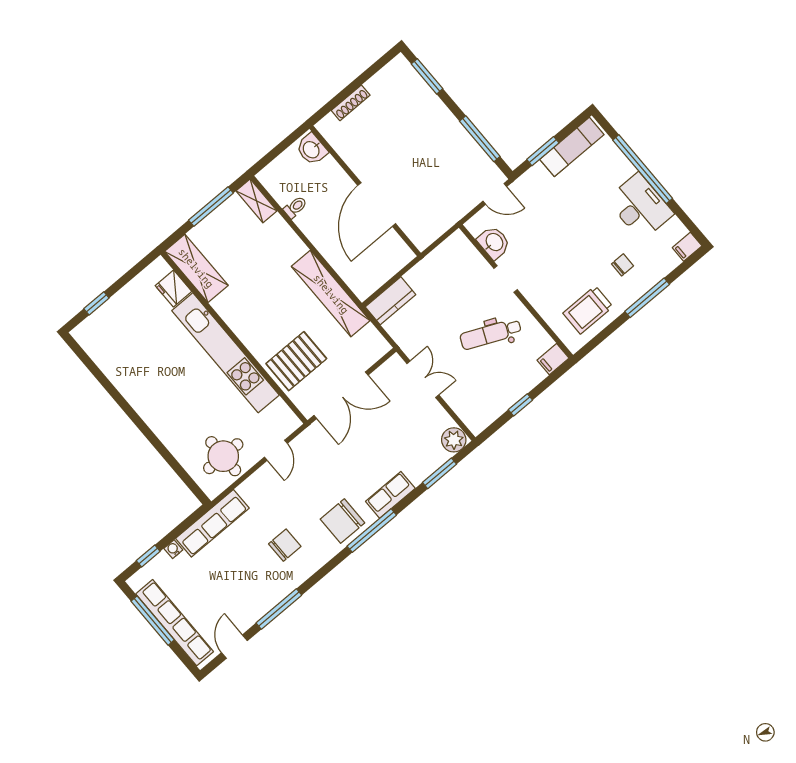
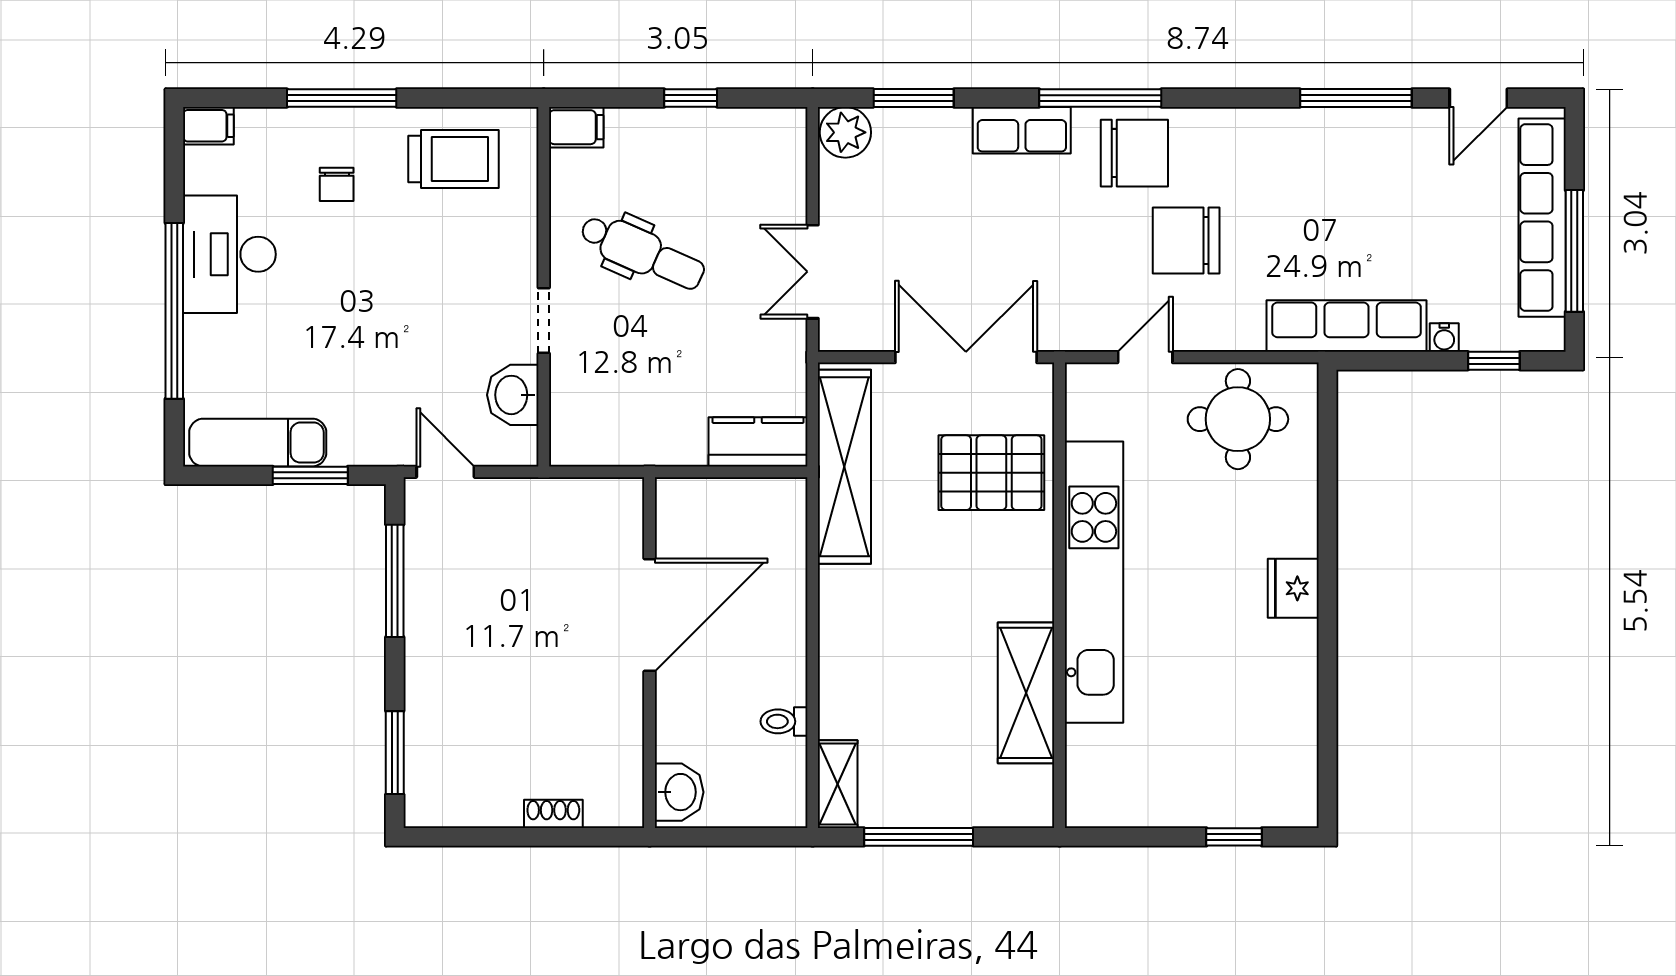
shoe rack: (351, 103) -> (553, 814), width x0.70
chair: (623, 265) -> (337, 184), turned -90
shelving: (196, 268) -> (1026, 693), moved
fridge: (173, 289) -> (1293, 588), moved, turned 180
shelving: (331, 294) -> (844, 467), moved
chair: (285, 545) -> (1186, 241), moved, width x1.37, depth x1.37

